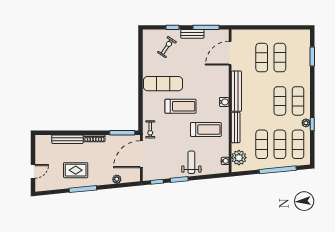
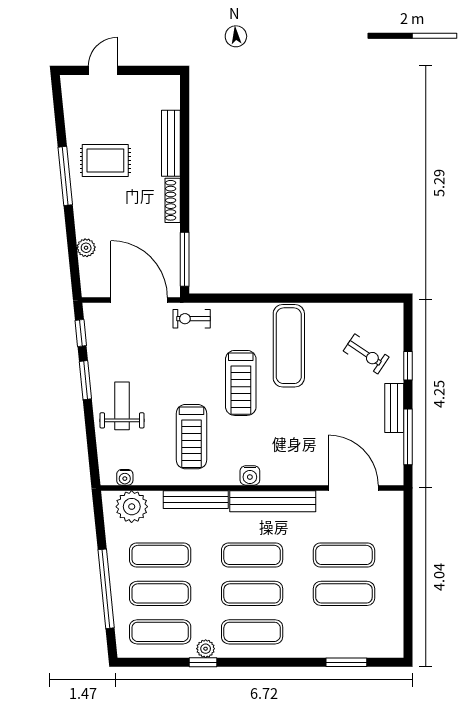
exercise mat: (262, 101) -> (252, 555), added
weight bench: (191, 162) -> (122, 406), turned -90
rug: (76, 170) -> (105, 161), turned 90
door: (33, 171) -> (103, 70), swing flipped

